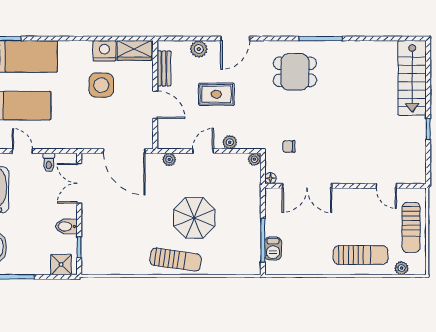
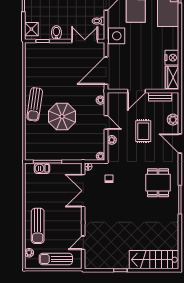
side table: (101, 85) -> (117, 36), moved

